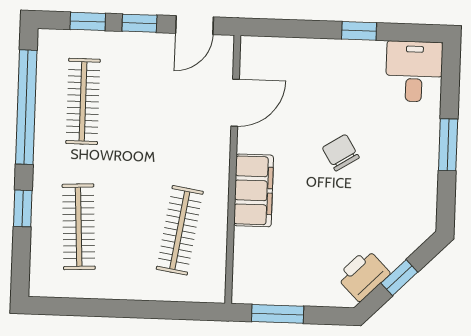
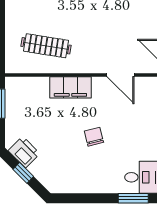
window: (448, 145) -> (133, 198), moved
chair: (341, 153) -> (94, 137), turned -72

